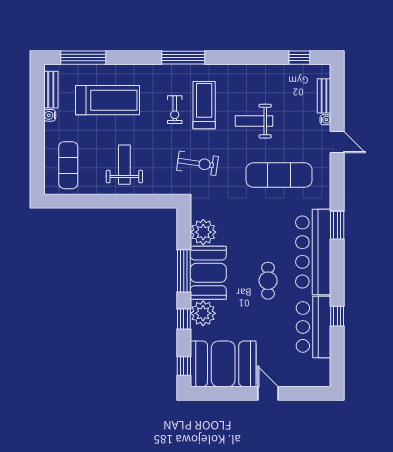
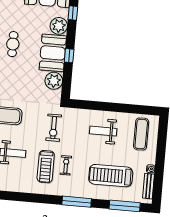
window: (183, 58) -> (77, 202), moved
exercise bike: (198, 163) -> (54, 128), turned -98
weight bench: (124, 165) -> (103, 131), turned 90
window: (184, 271) -> (69, 56), width x0.46
window: (184, 319) -> (73, 13), moved

